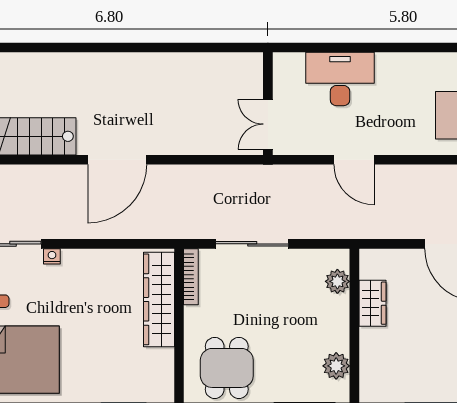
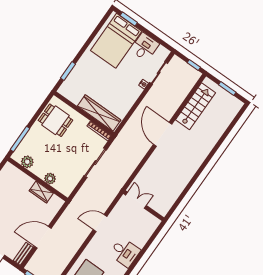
desk: (340, 79) -> (125, 252), moved, width x0.73
plant: (337, 281) -> (50, 179), moved

